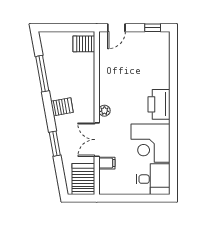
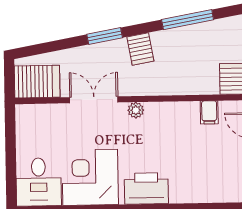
window: (55, 144) -> (105, 36), moved
filing cabinet: (107, 163) -> (209, 112), moved

